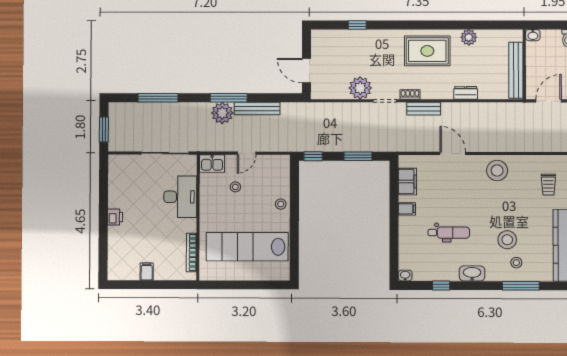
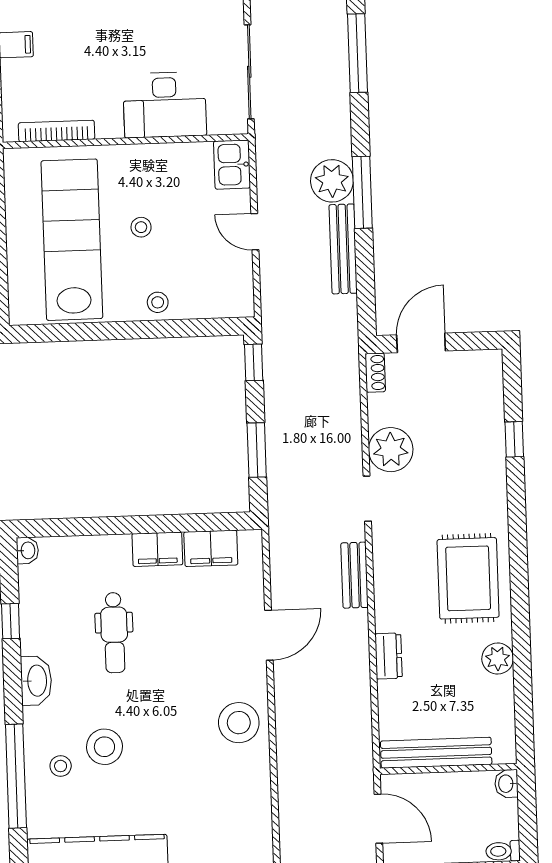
shoe rack: (410, 95) -> (375, 373), moved
trolley: (548, 185) -> (215, 823), removed
stool: (235, 187) -> (141, 227), moved
filing cabinet: (407, 209) -> (157, 549), width x2.00
window: (521, 286) -> (16, 776), width x1.46

